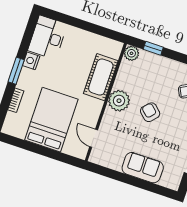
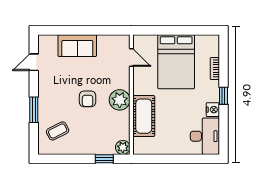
window: (16, 71) -> (223, 96), width x0.67
armchair: (150, 112) -> (88, 99), turned 47

